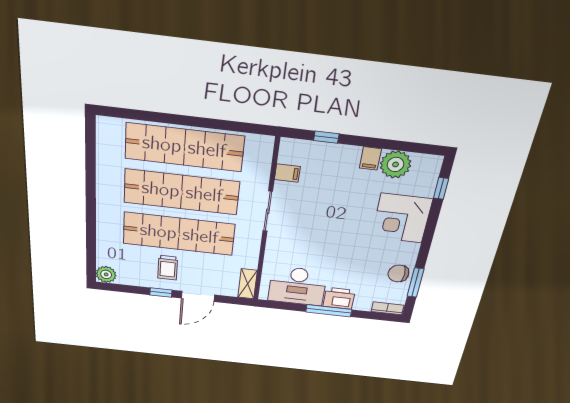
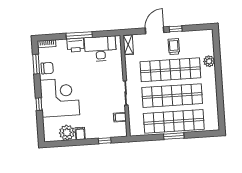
window: (188, 121) -> (174, 136), added
window: (441, 188) -> (39, 104), moved
corner desk: (402, 218) -> (60, 97), width x1.36, depth x1.36
plant: (106, 274) -> (209, 61), moved

